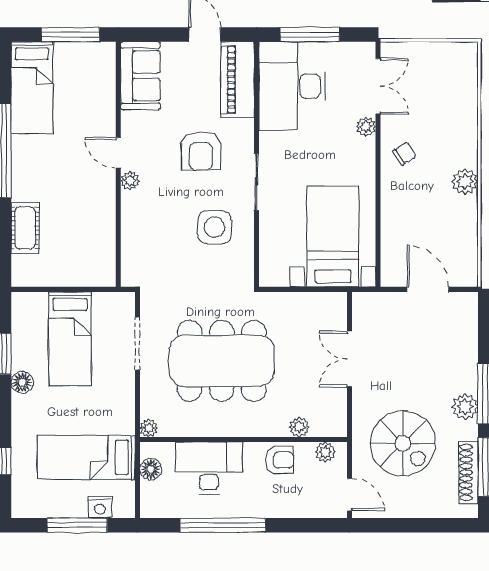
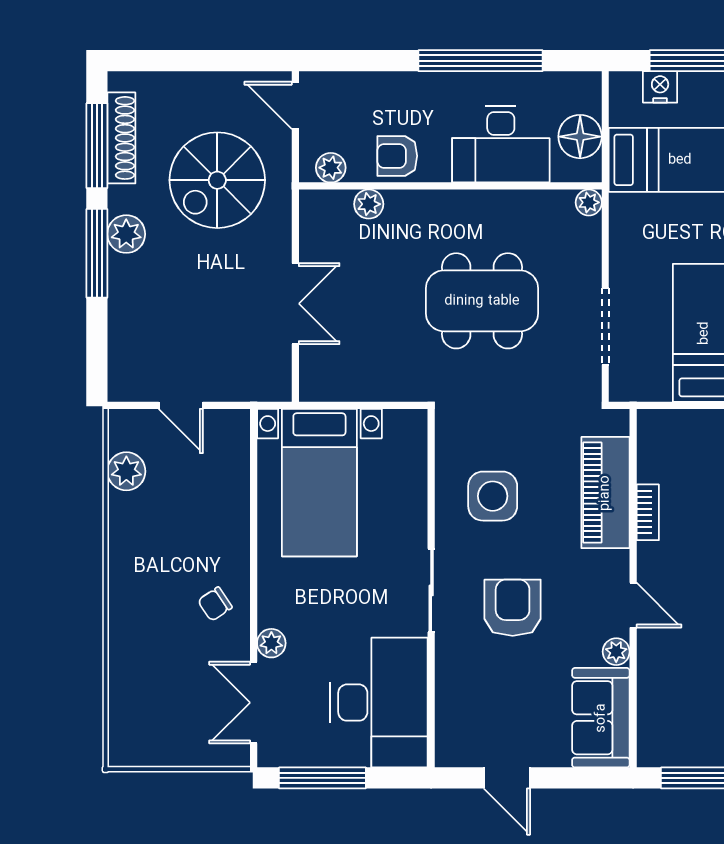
window: (310, 34) -> (322, 778), moved
piano: (238, 80) -> (605, 493), moved, turned 180
plant: (130, 181) -> (616, 652), moved
plant: (465, 181) -> (126, 471), moved
sliding door: (257, 182) -> (431, 590), moved
bookcase: (108, 216) -> (648, 512), added
door: (428, 289) -> (181, 405), width x0.73
dining table: (222, 361) -> (482, 301), width x0.73, depth x0.80
spiral stairs: (403, 443) -> (217, 180), turned -90
floor lamp: (151, 469) -> (580, 137), width x1.38, depth x1.38

